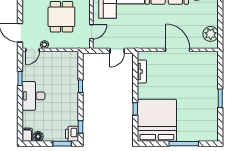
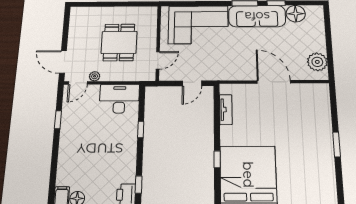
desk: (33, 96) -> (119, 99), moved, turned 90

